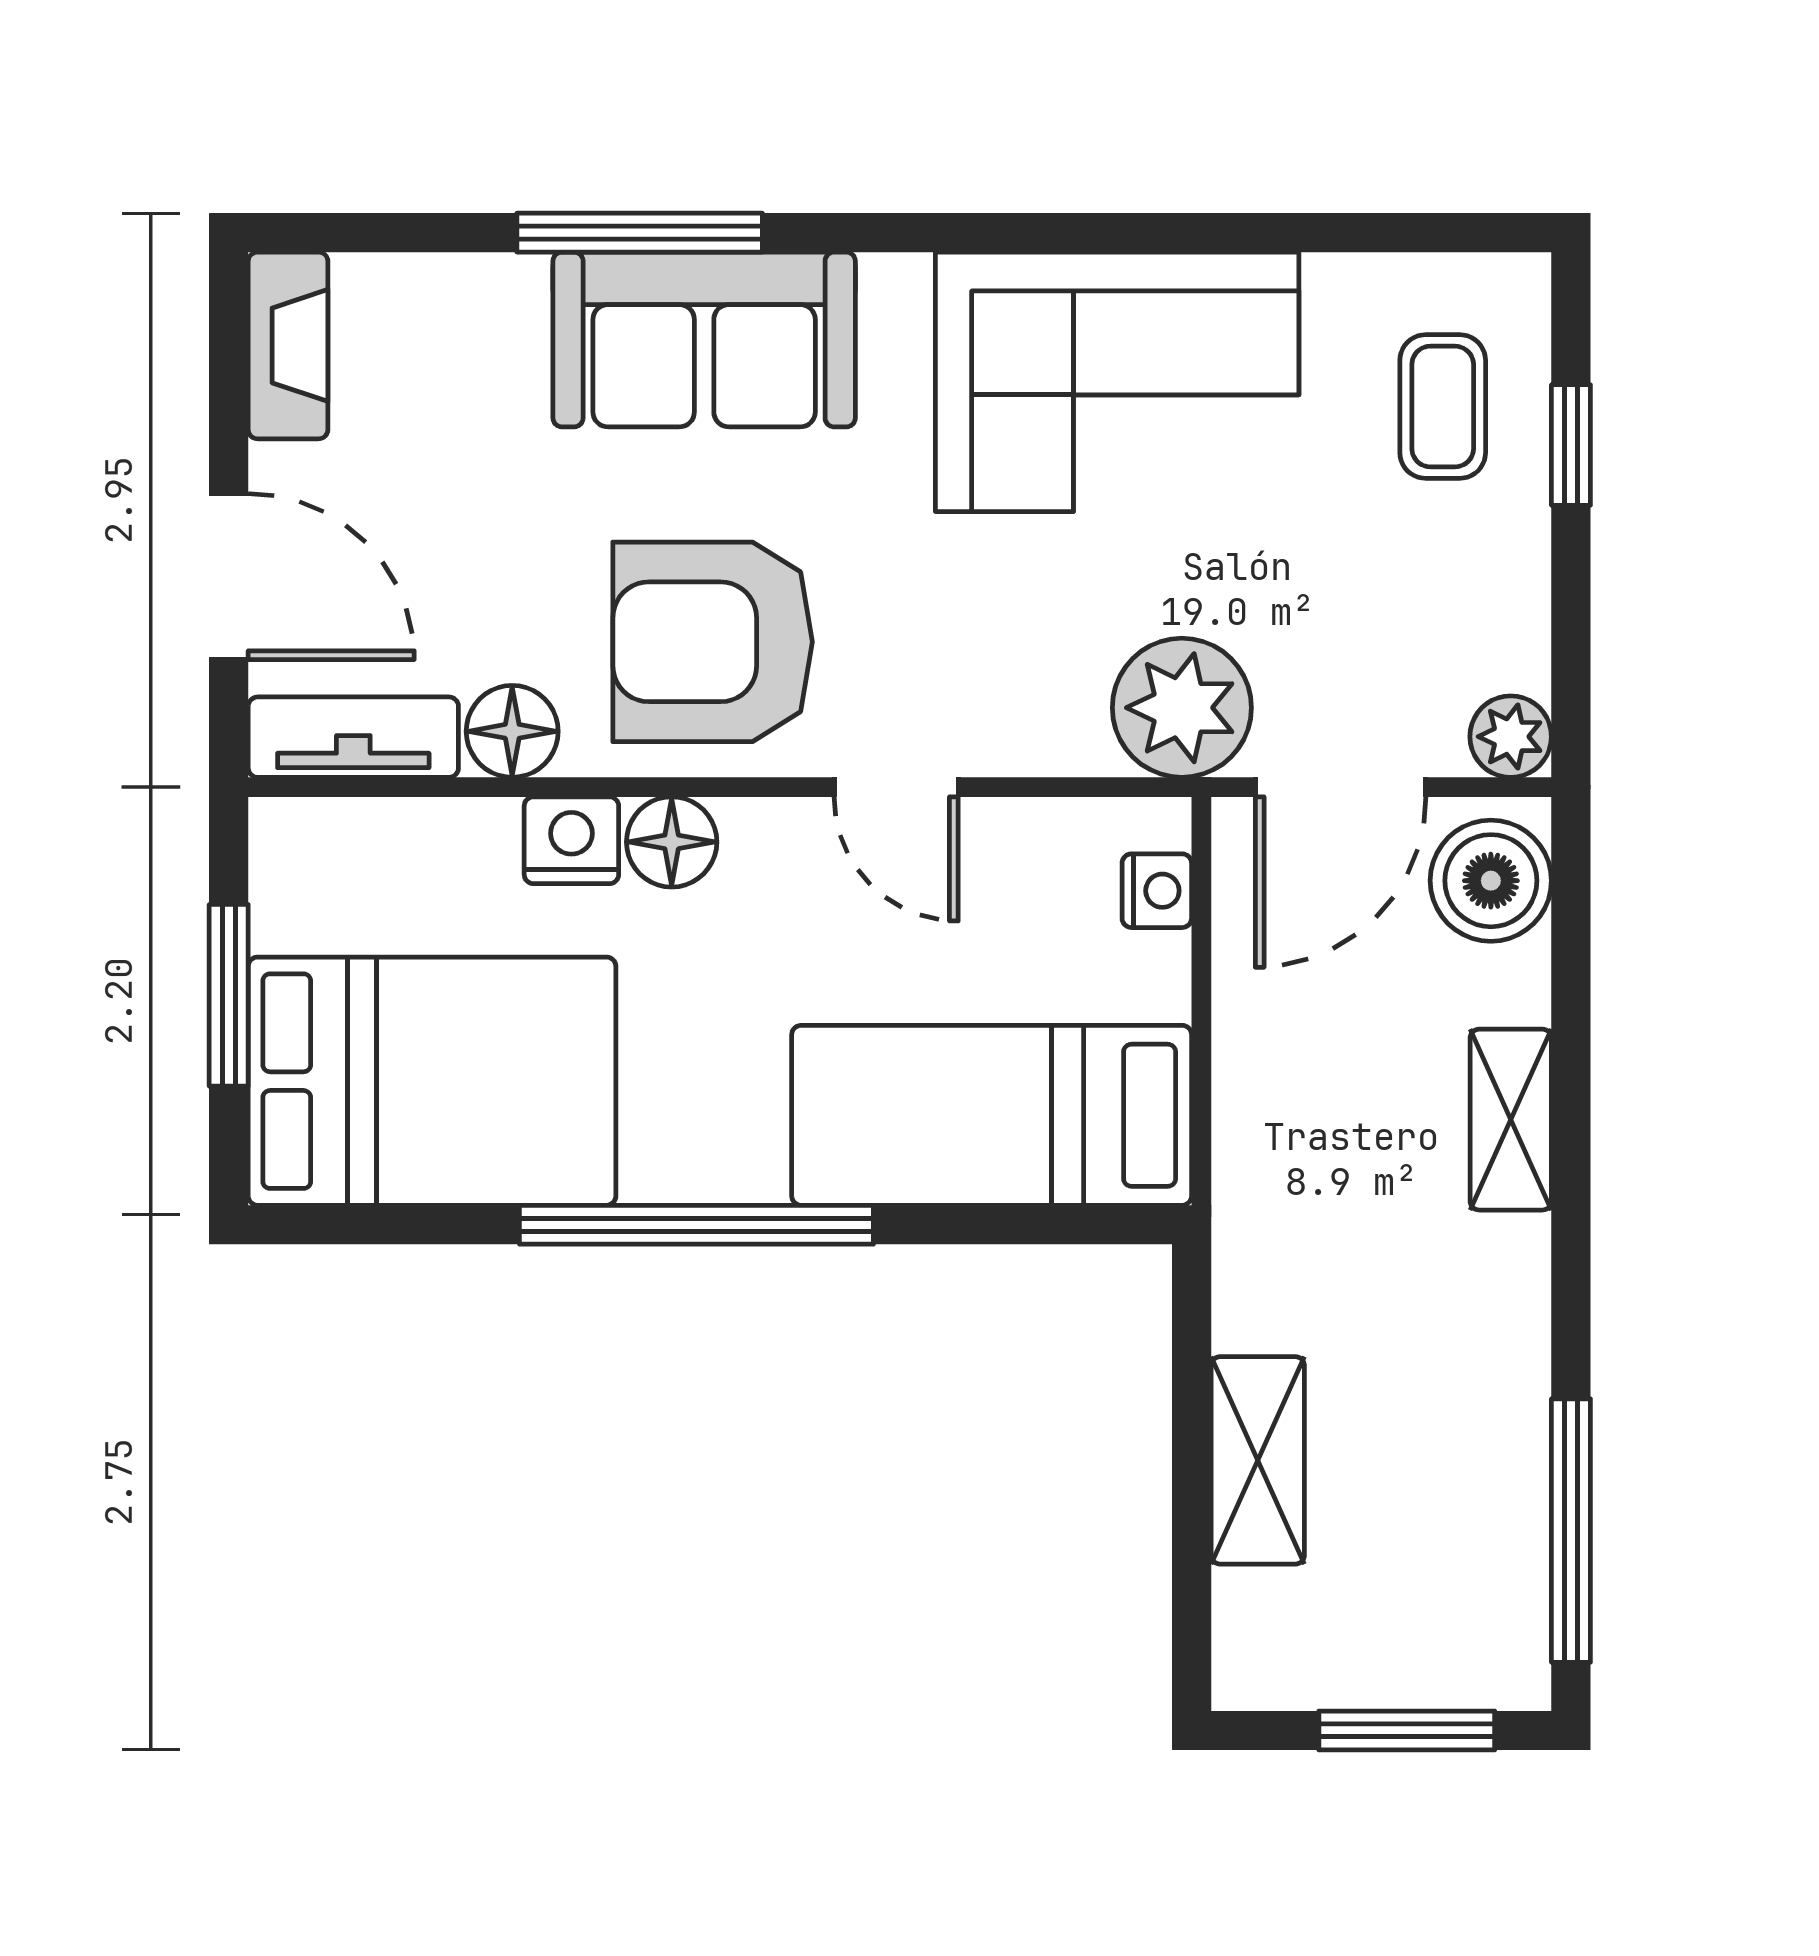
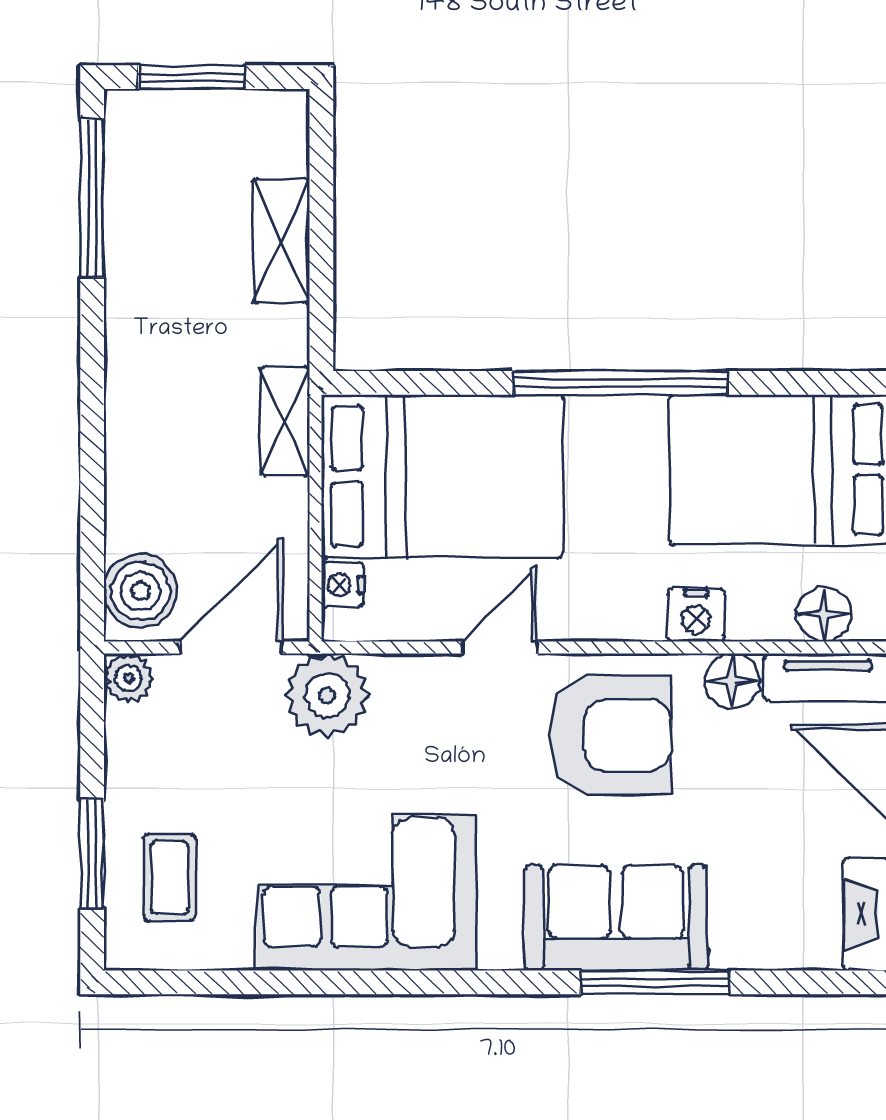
window: (1571, 445) -> (92, 854), width x1.50
door: (896, 787) -> (500, 647), hinge flipped
floor lamp: (672, 842) -> (824, 614), moved
bed: (992, 1115) -> (442, 476), width x1.50
shelving: (1511, 1120) -> (285, 421), moved

